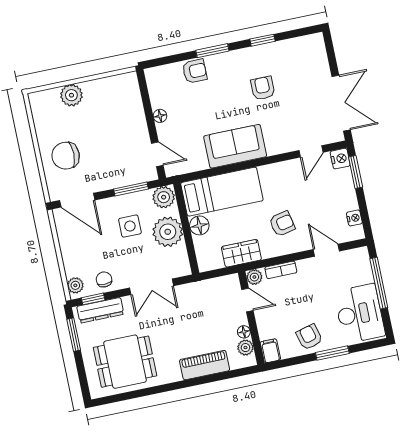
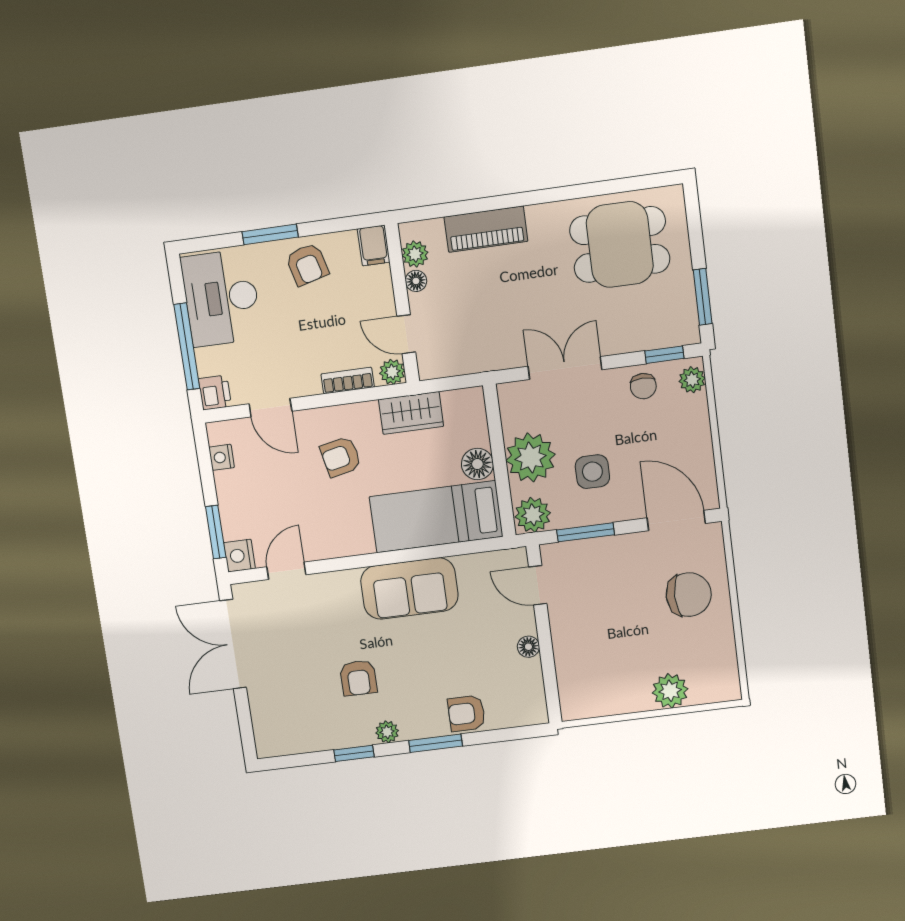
plant: (243, 55) -> (387, 732), added
printer: (360, 257) -> (215, 392), added
dresser: (100, 310) -> (654, 335), removed

